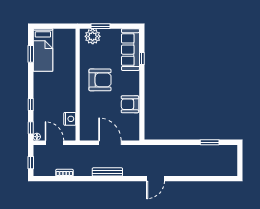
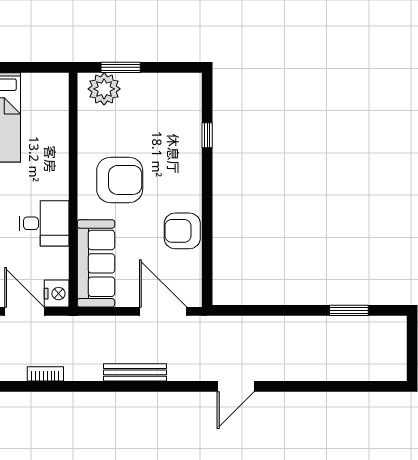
sofa: (130, 50) -> (96, 263), moved, turned 180
desk: (64, 101) -> (44, 223), added
nightstand: (70, 119) -> (57, 294), moved
door: (110, 143) -> (163, 311), moved

